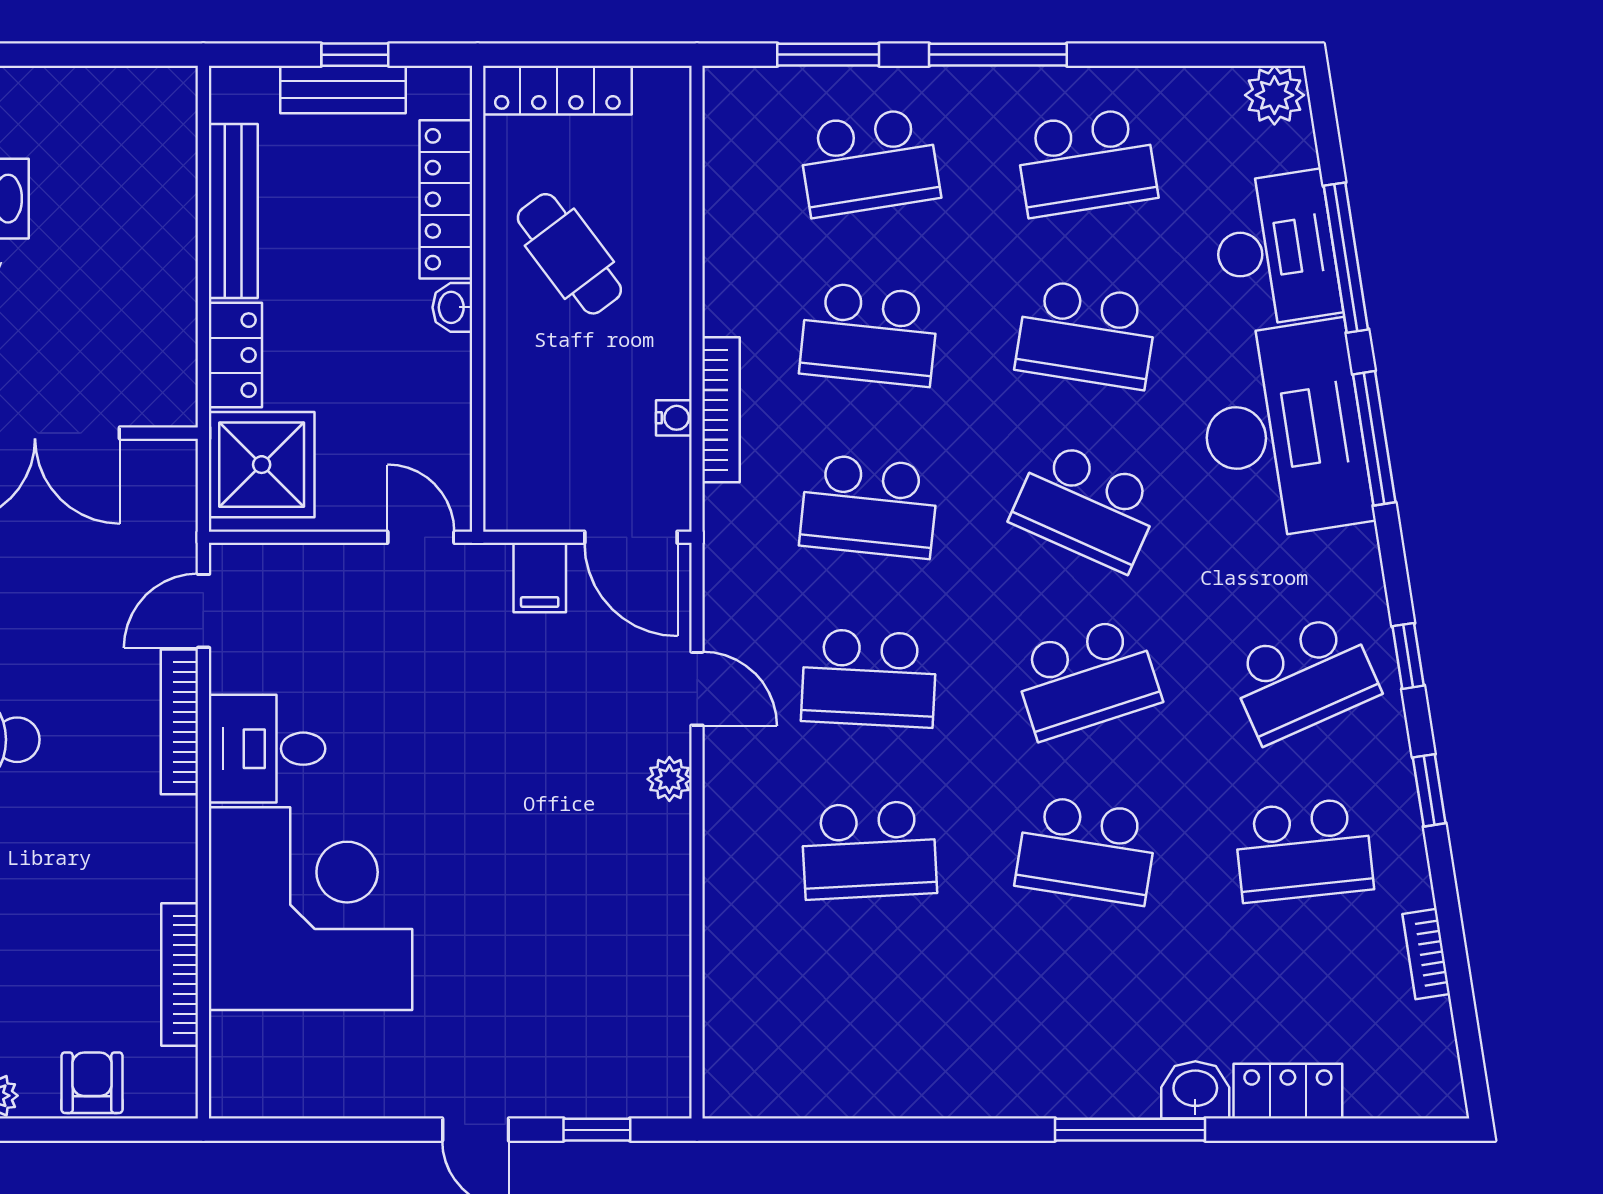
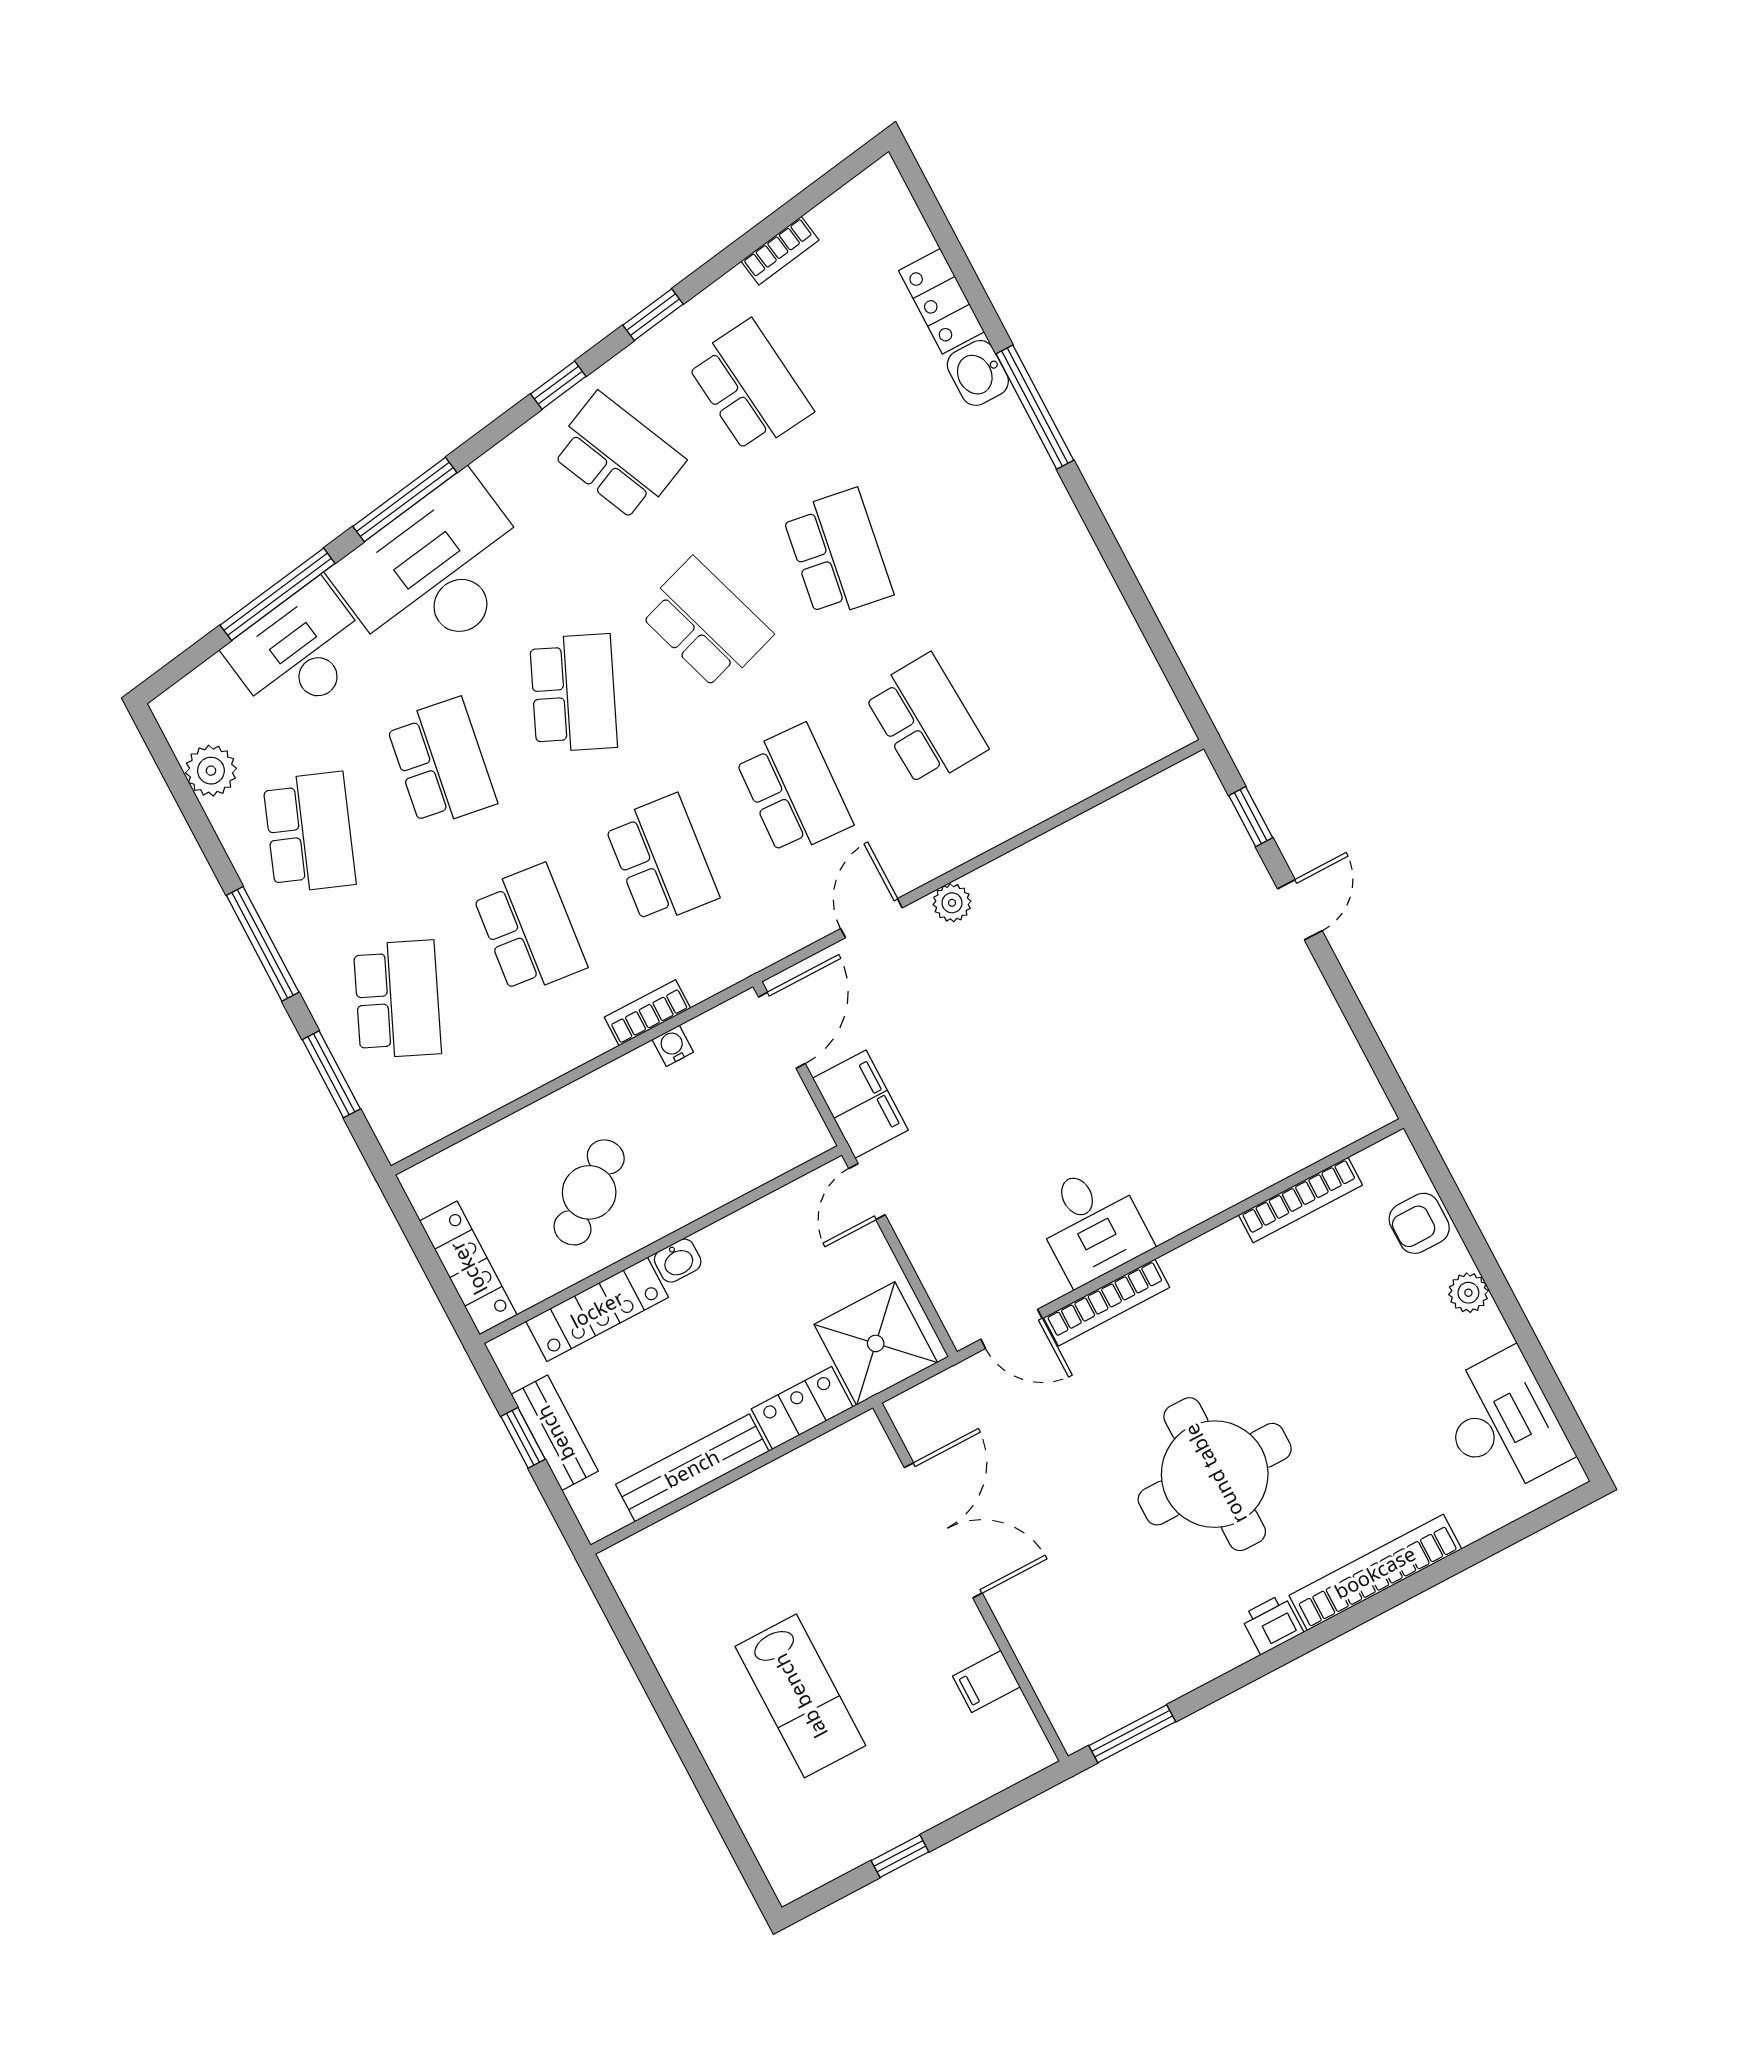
plant: (1274, 95) -> (211, 771), moved
school desk: (869, 162) -> (397, 999), turned 33
school desk: (1086, 162) -> (309, 832), turned 30
bookcase: (721, 410) -> (647, 1013), width x0.64
filing cabinet: (540, 578) -> (860, 1104), width x2.00
corner desk: (310, 909) -> (1197, 1126), removed

